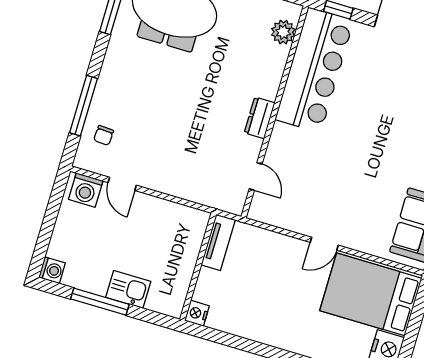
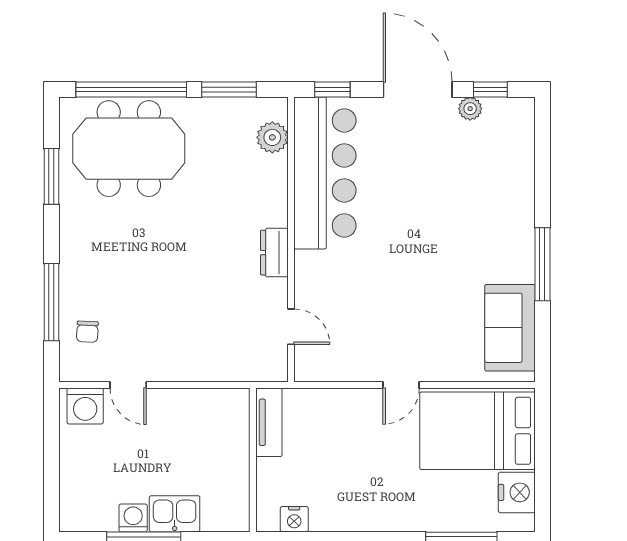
washing machine: (52, 270) -> (133, 518), moved, turned -90
nightstand: (197, 313) -> (294, 519), moved, turned -90

